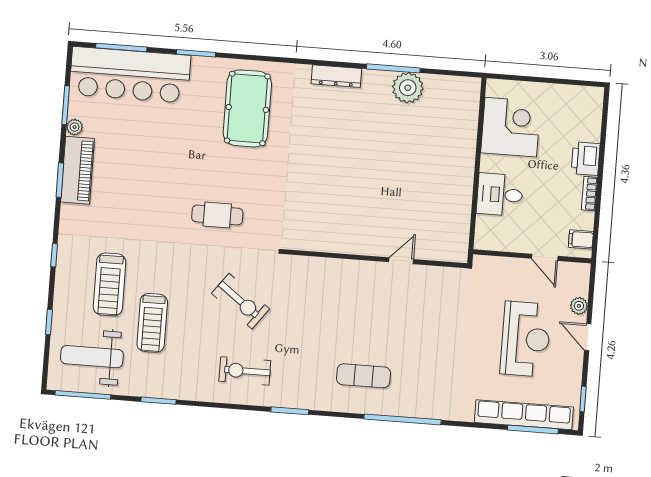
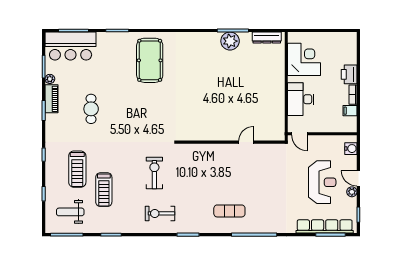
bar counter: (130, 75) -> (71, 46), width x0.73
dresser: (336, 76) -> (267, 38), moved
plant: (408, 88) -> (230, 41), moved
piano: (78, 170) -> (51, 99), width x0.73, depth x0.75
desk: (500, 195) -> (301, 99), width x1.37
cafe table: (217, 215) -> (91, 109), moved, turned 90
filing cabinet: (581, 239) -> (350, 111), moved
door: (545, 257) -> (299, 134), moved
water cooler: (579, 285) -> (351, 149), added
exercise bike: (241, 301) -> (154, 173), turned -127
plant: (579, 306) -> (352, 192), moved
weight bench: (92, 357) -> (70, 212), width x0.73, depth x0.75

